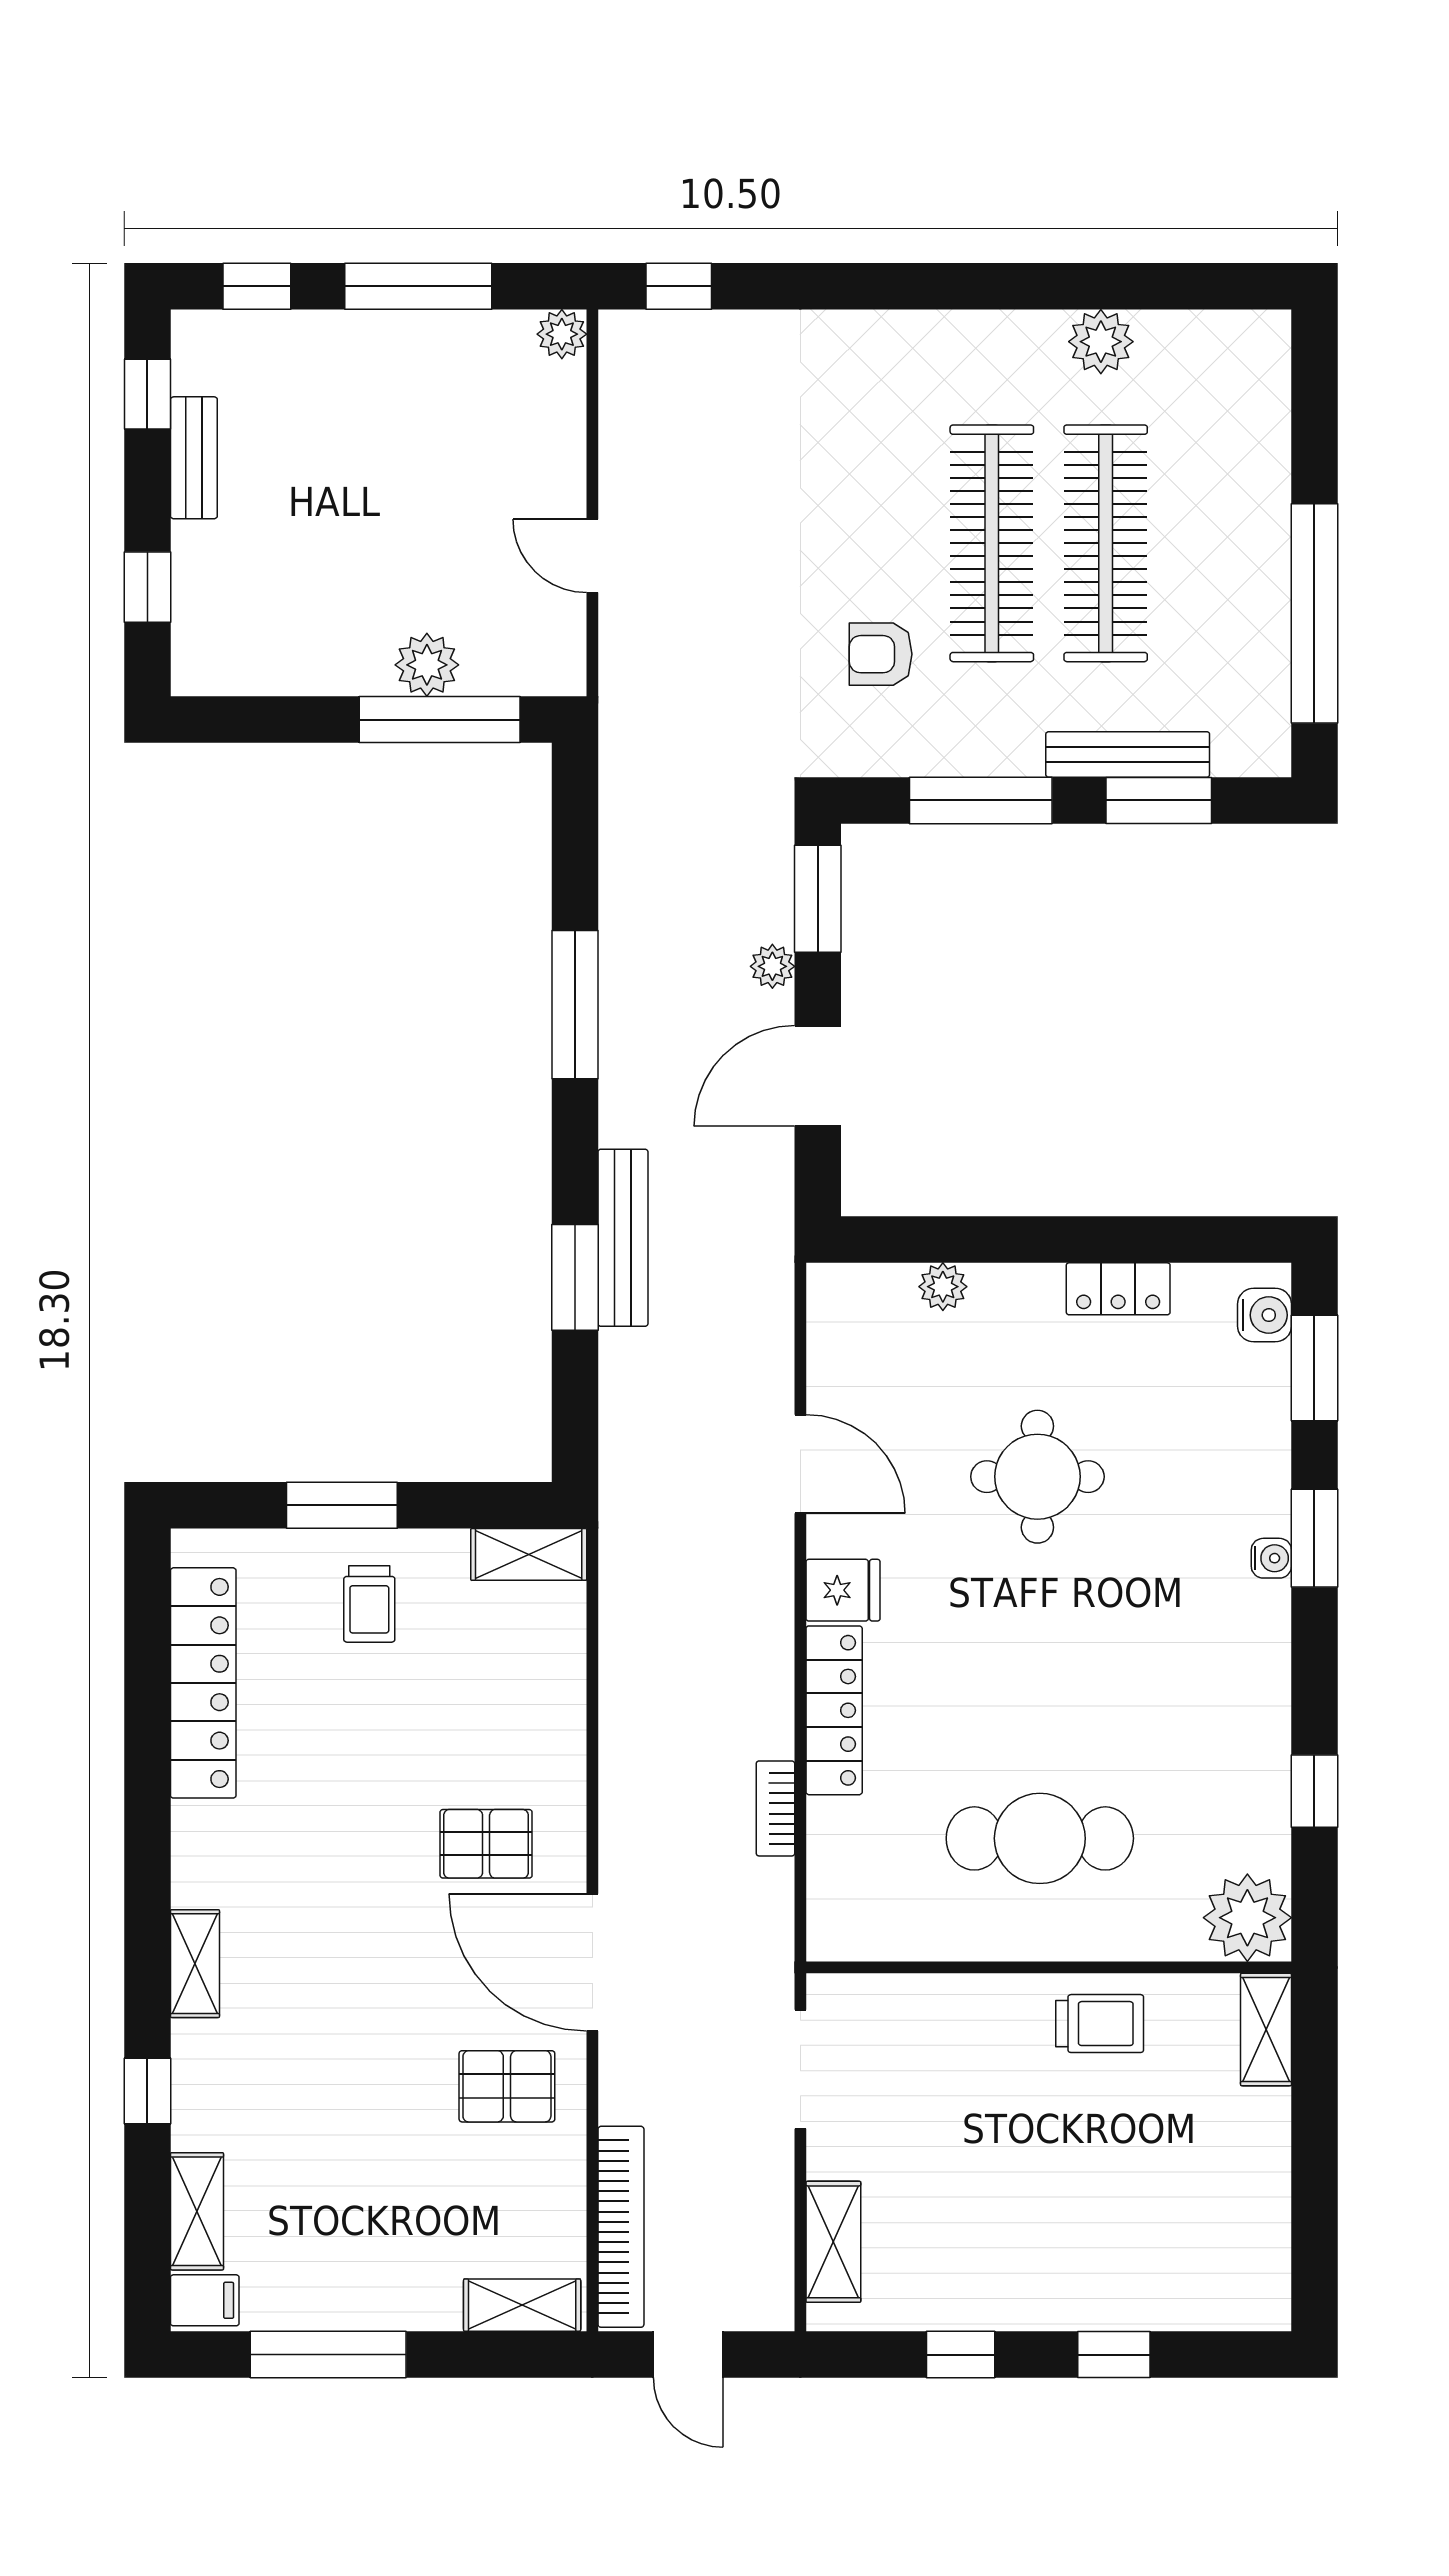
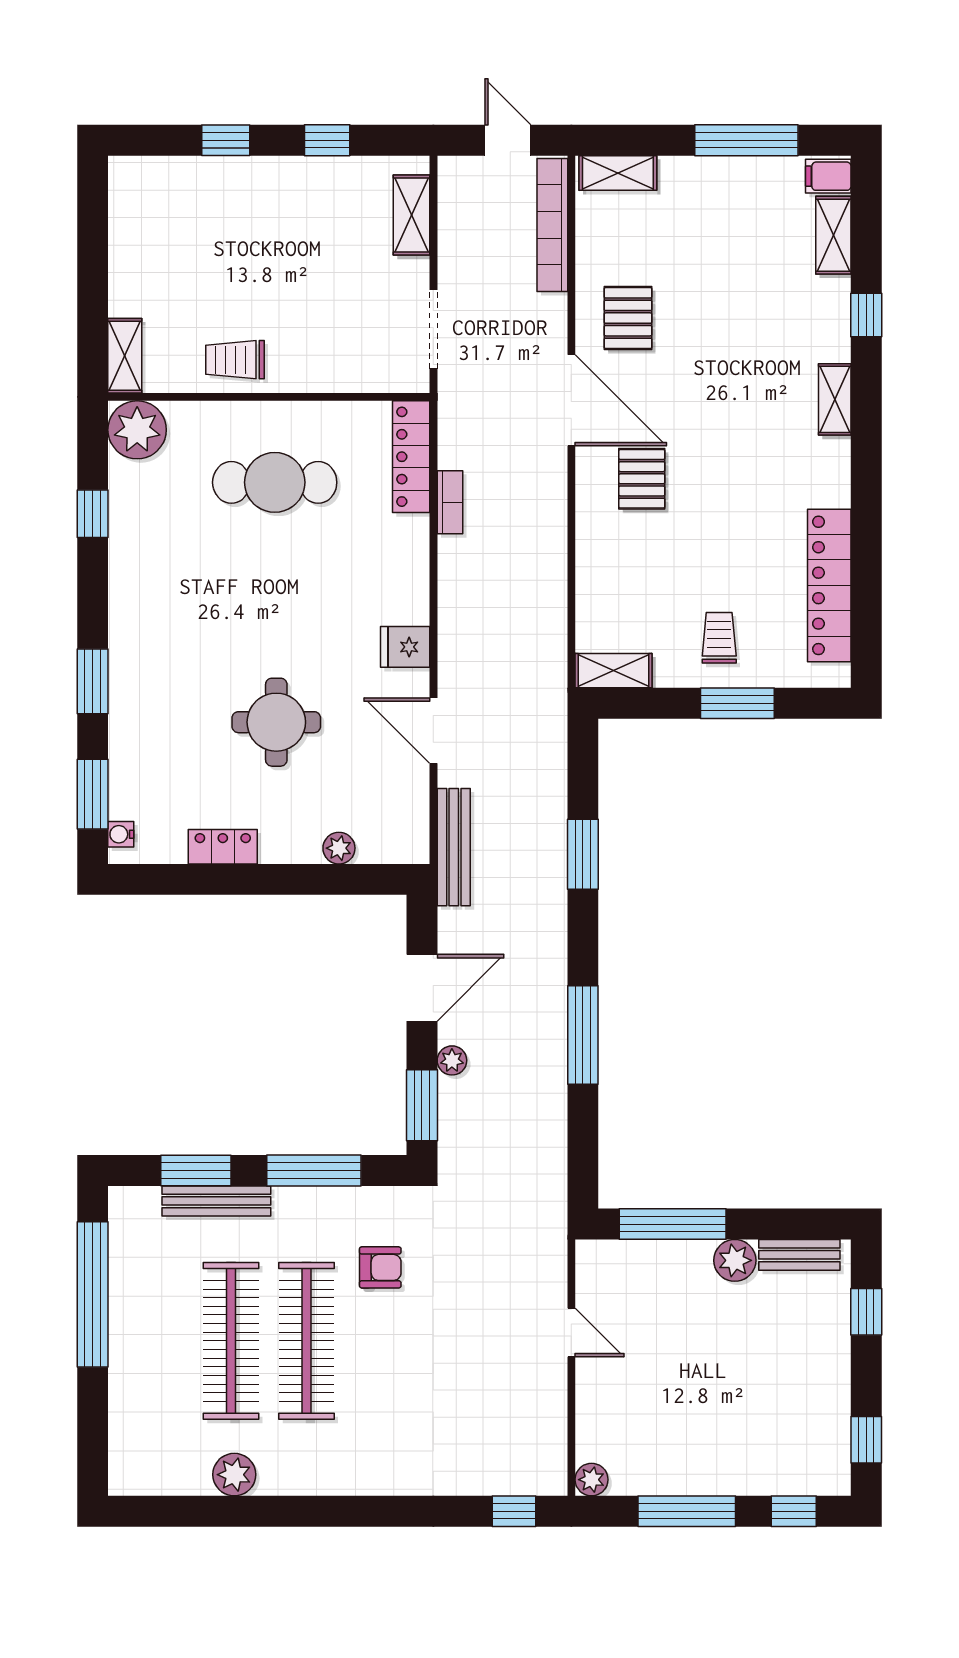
bench: (194, 458) -> (799, 1255), moved, turned 90
plant: (427, 665) -> (735, 1260), moved
bench: (623, 1238) -> (454, 847), moved
water cooler: (1264, 1315) -> (121, 834), width x0.72, depth x0.72
water cooler: (1271, 1558) -> (121, 668), removed
locker: (834, 1710) -> (411, 457), moved
pallet: (486, 1844) -> (642, 479), turned 90
pallet: (507, 2086) -> (628, 318), turned 90

